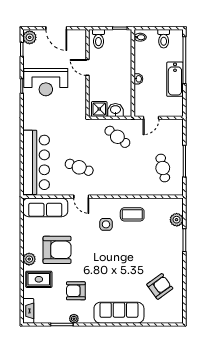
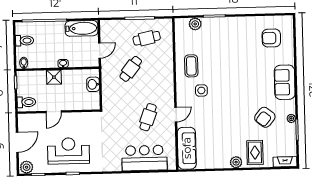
bathtub: (175, 79) -> (81, 28), moved
reception desk: (46, 82) -> (69, 151), turned -90
shower: (99, 109) -> (54, 77), moved
door: (151, 118) -> (99, 51), hinge flipped
cafe table: (117, 137) -> (131, 69), moved
bar counter: (36, 162) -> (144, 158), width x0.73
armchair: (57, 250) -> (227, 136), removed
armchair: (160, 286) -> (271, 38), moved, turned -54
armchair: (76, 291) -> (265, 117), turned 39
sofa: (119, 313) -> (285, 82), width x0.73

